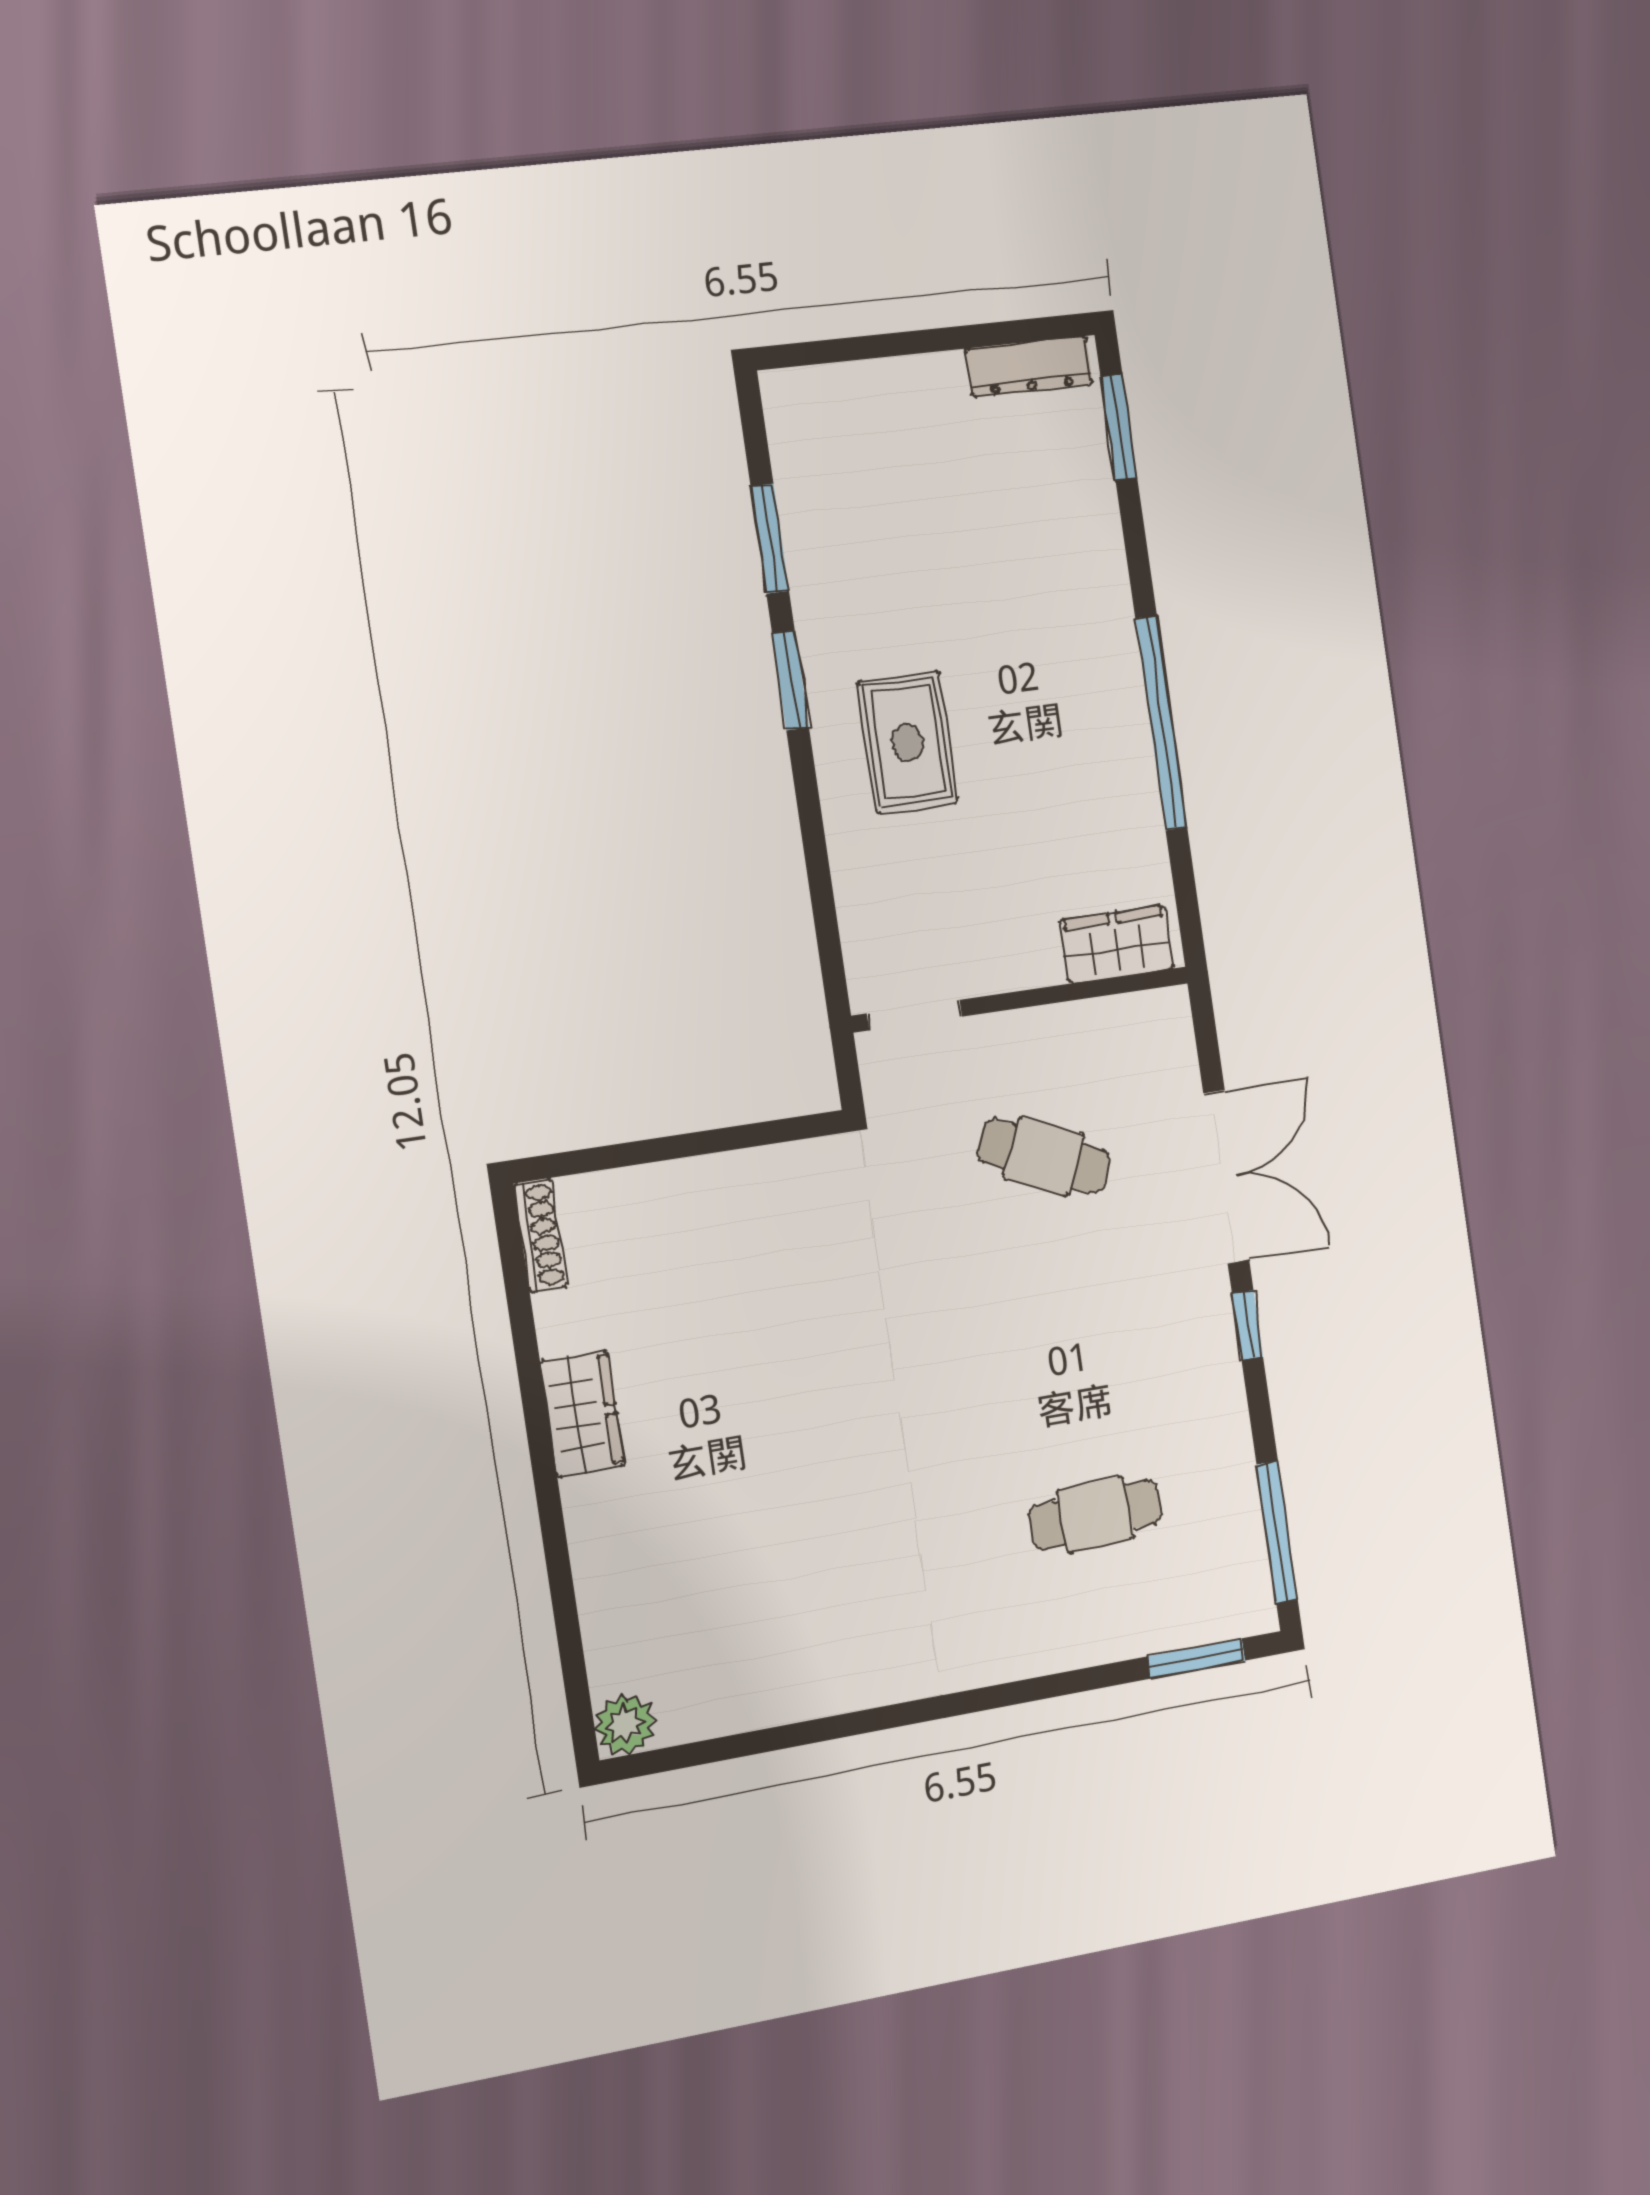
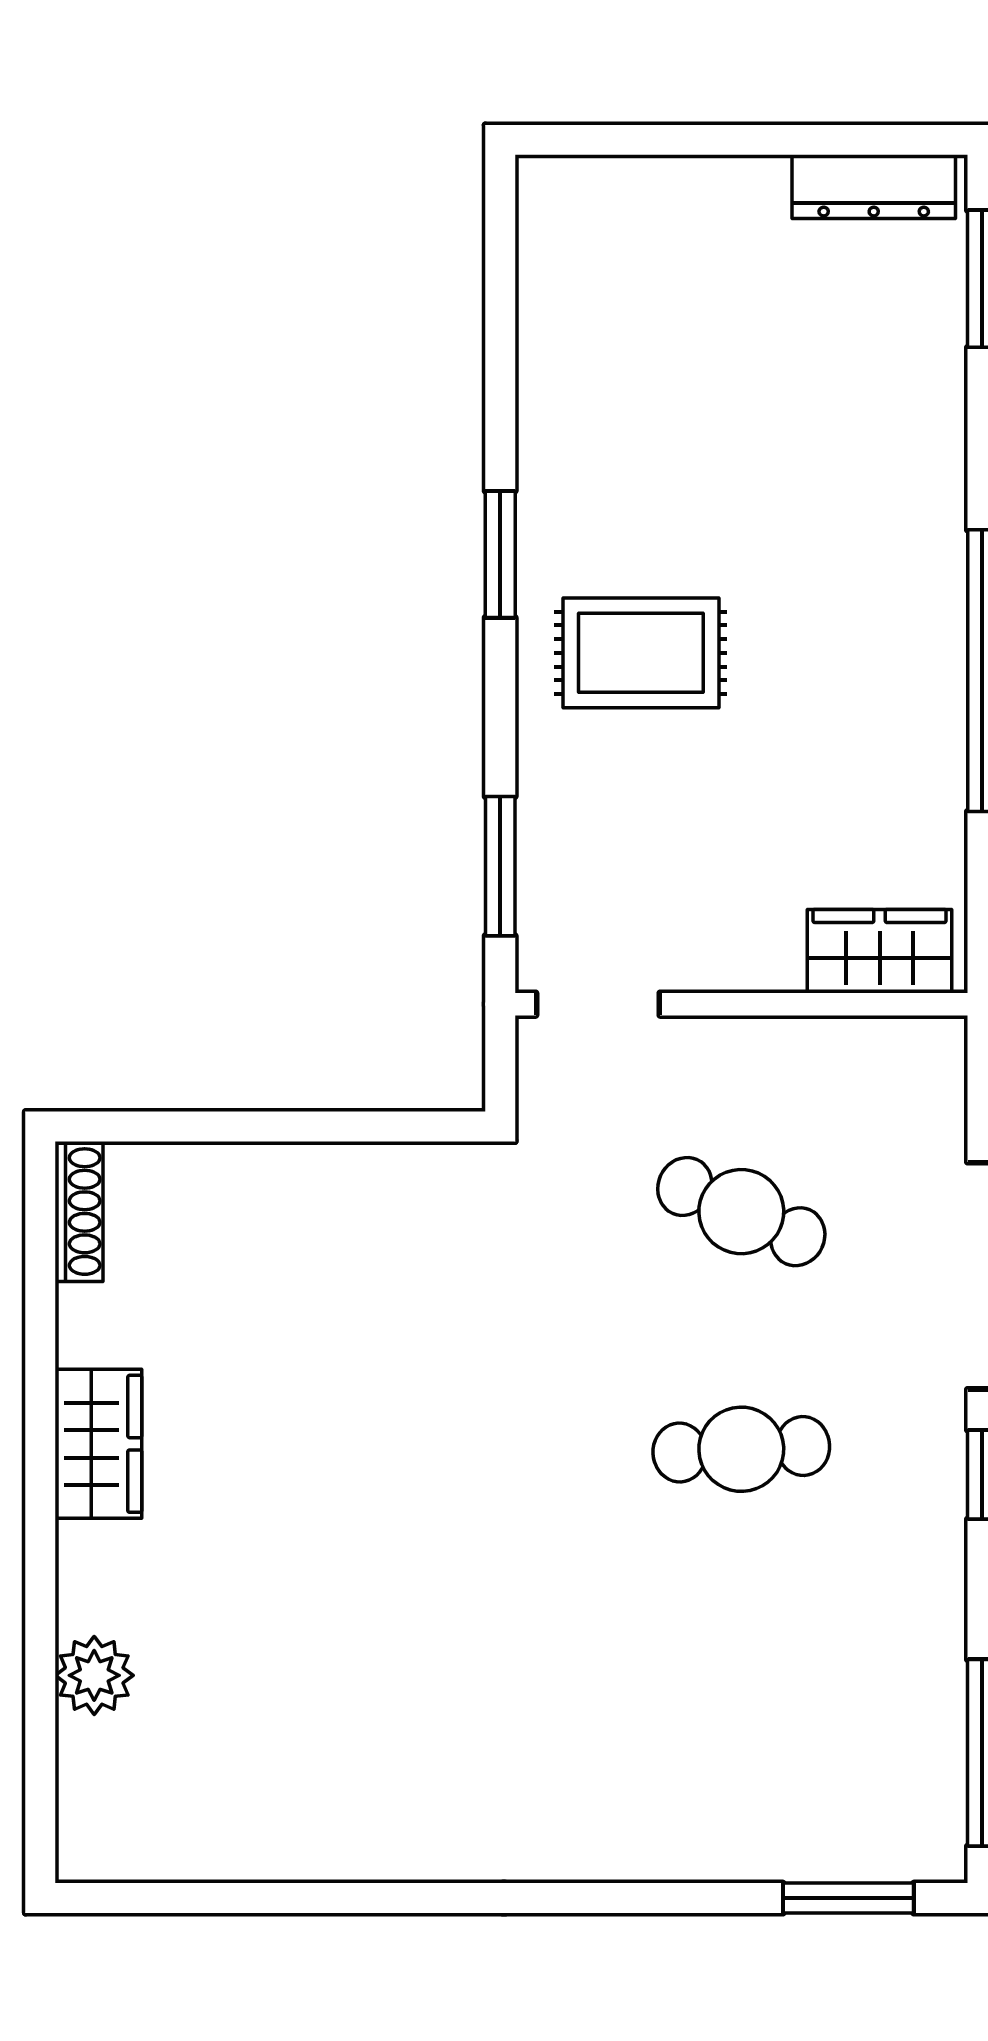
window: (770, 539) -> (500, 866), moved
rug: (908, 742) -> (641, 653), turned 90
cafe table: (1096, 1515) -> (741, 1449), moved
plant: (625, 1724) -> (94, 1675), moved

